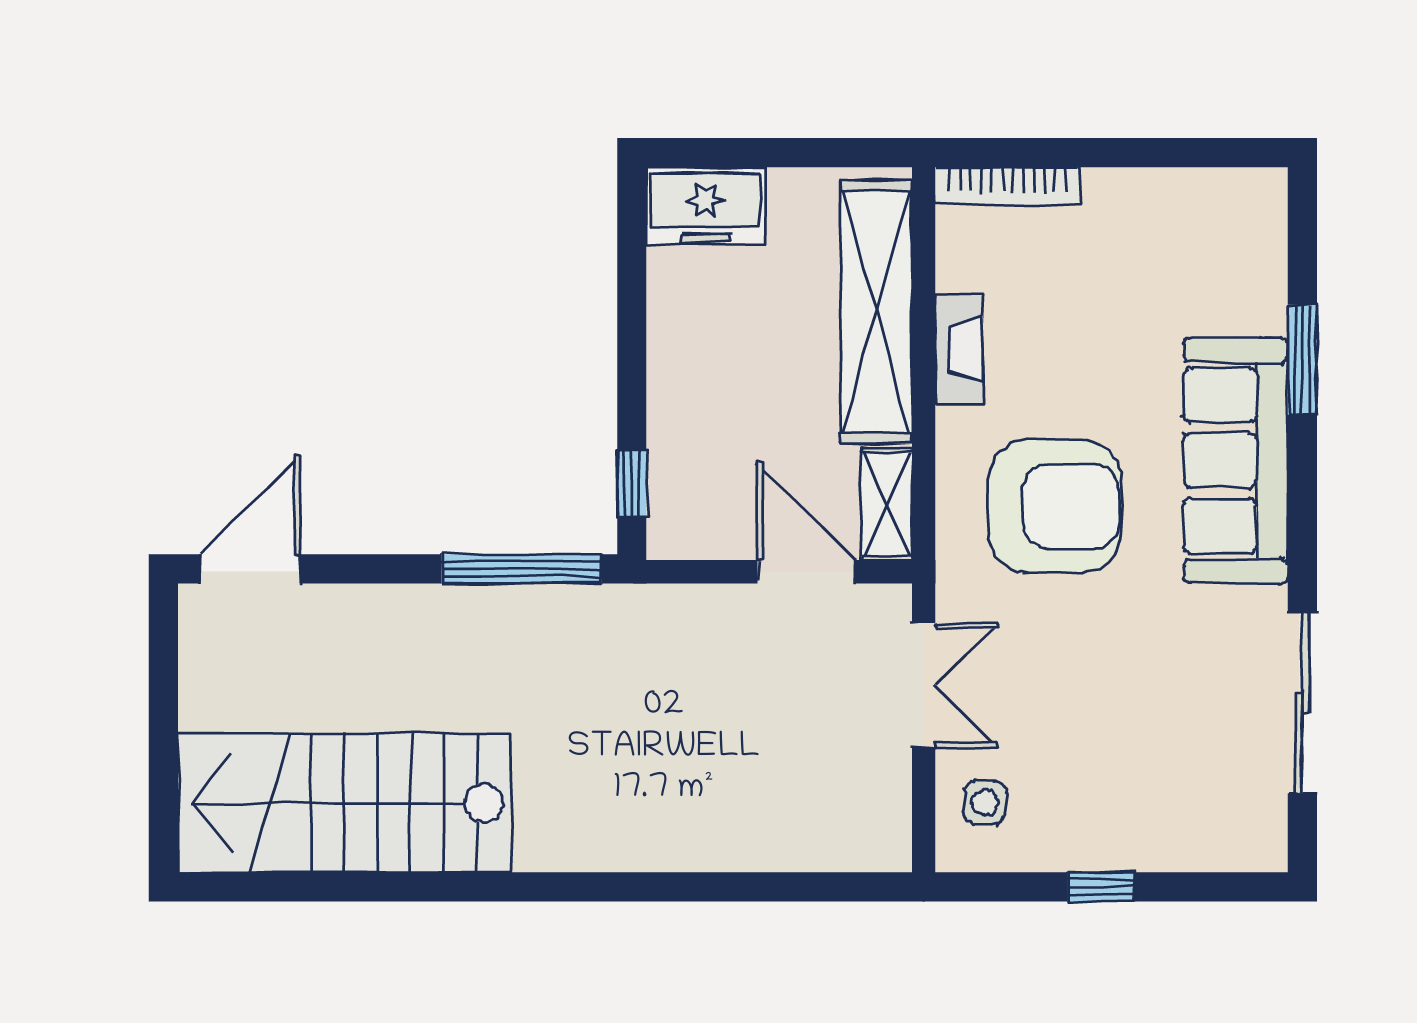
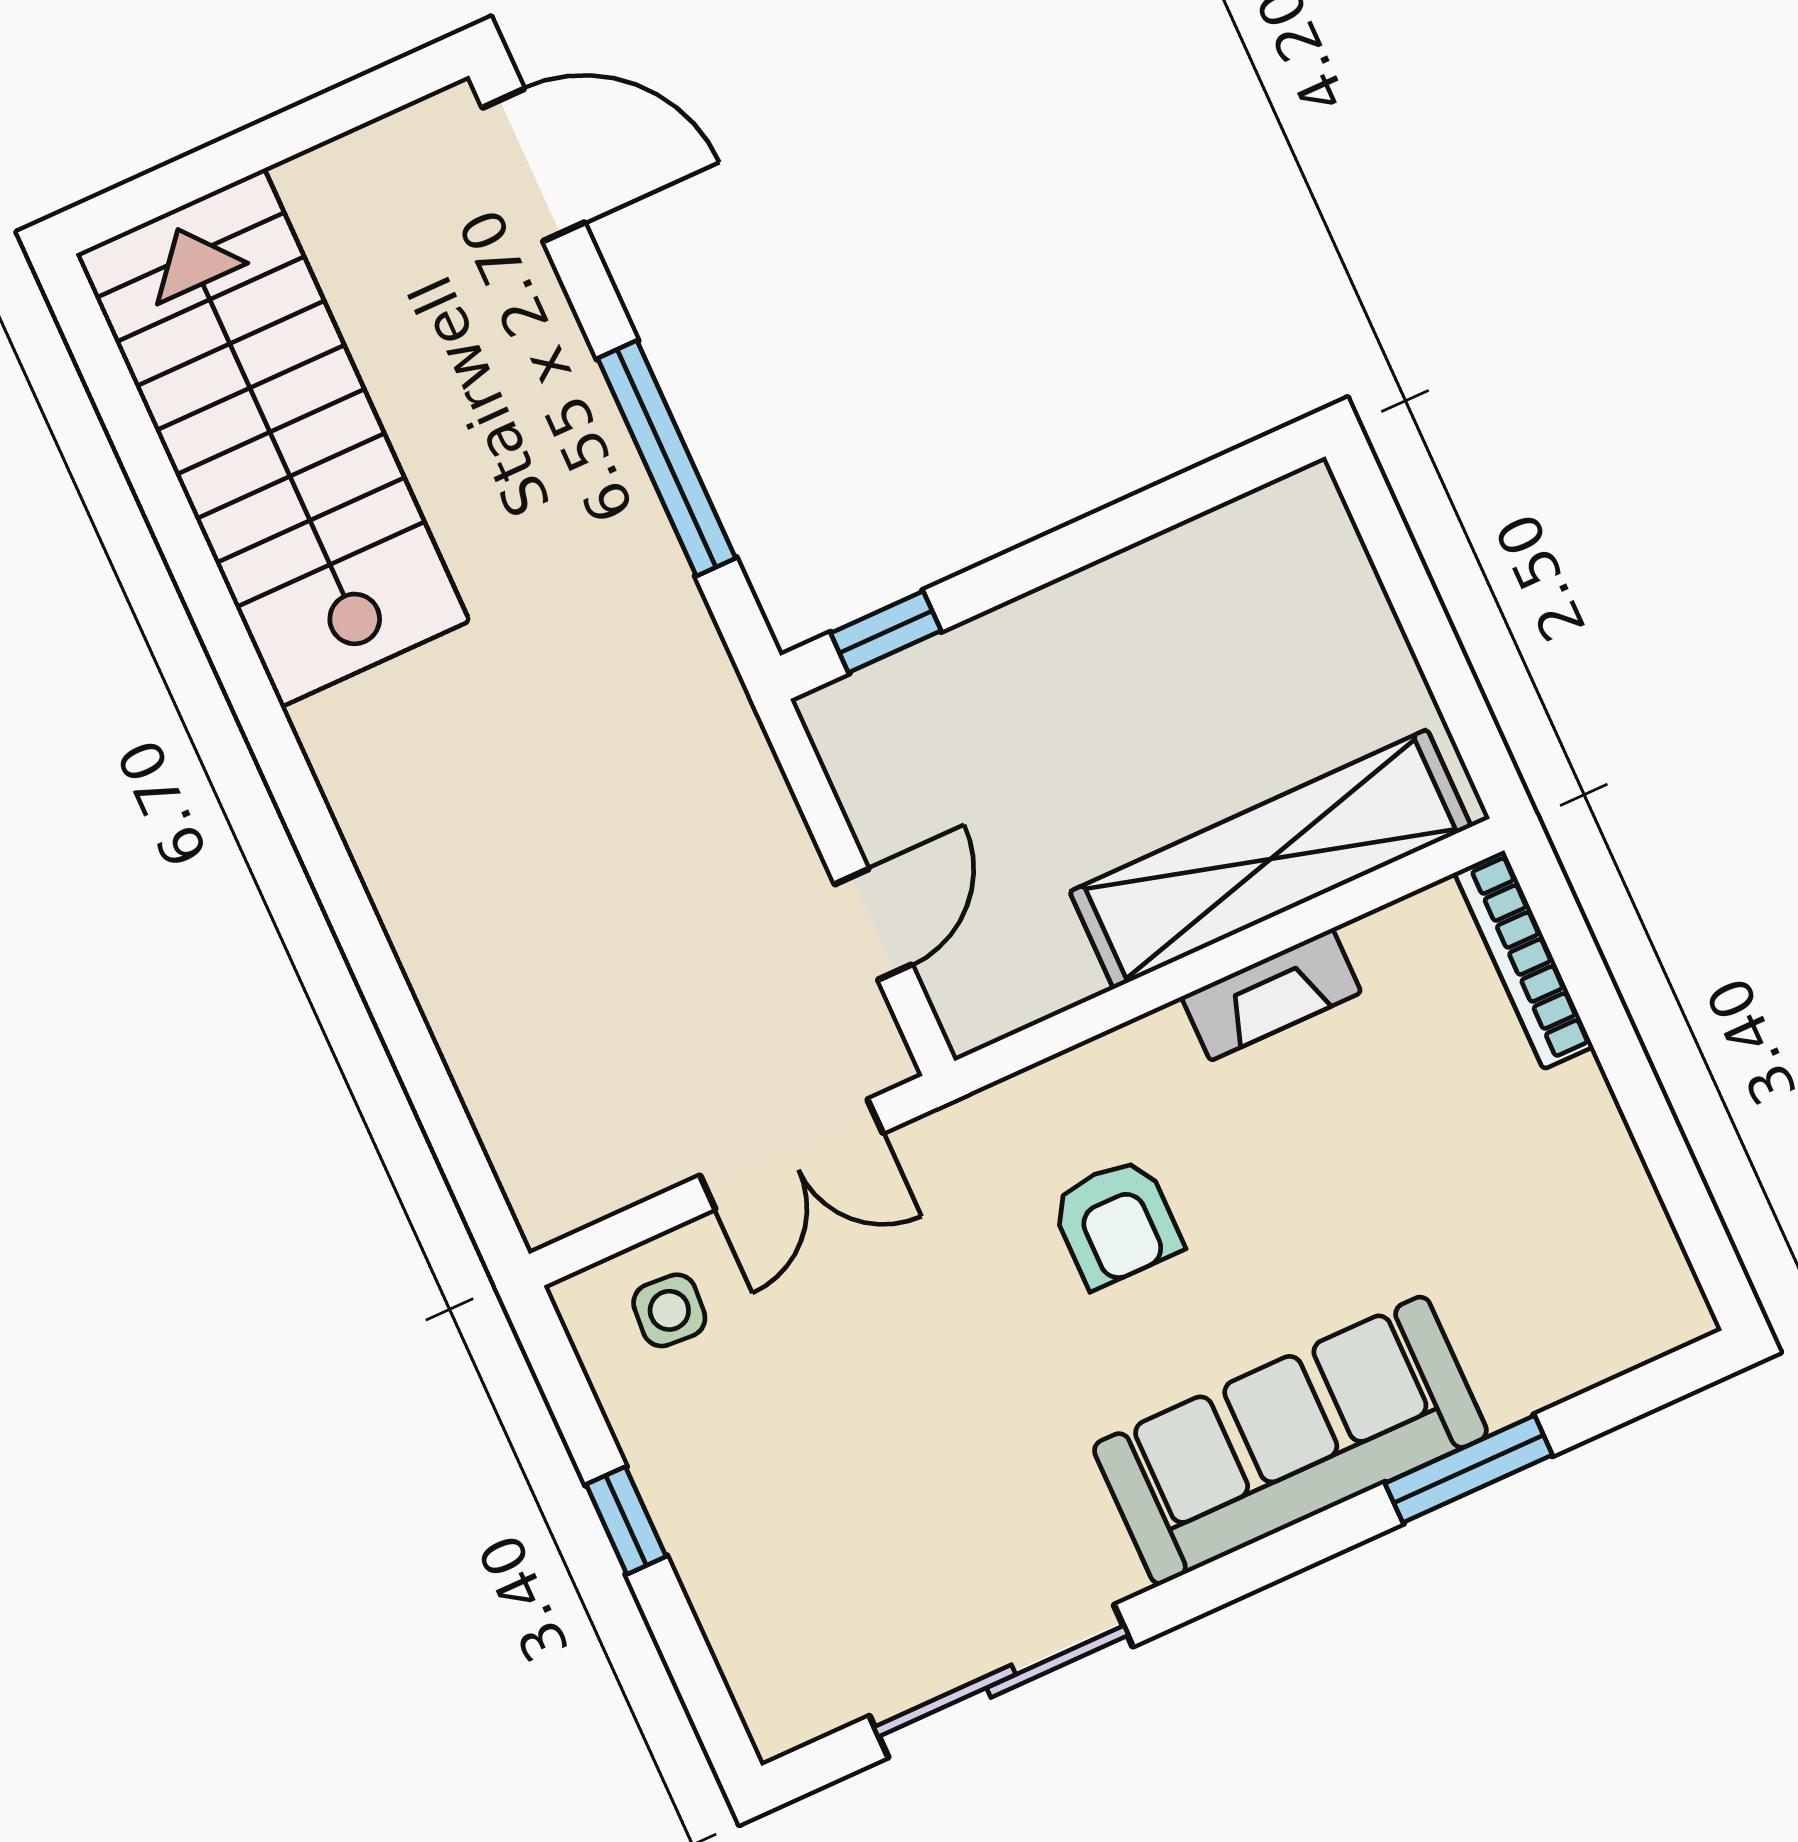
freezer: (706, 206) -> (1310, 561), removed
shelving: (887, 504) -> (1015, 992), removed
armchair: (1055, 506) -> (1116, 1222), width x0.53, depth x0.53
window: (521, 569) -> (667, 458), moved
door: (806, 572) -> (873, 924), width x0.73

